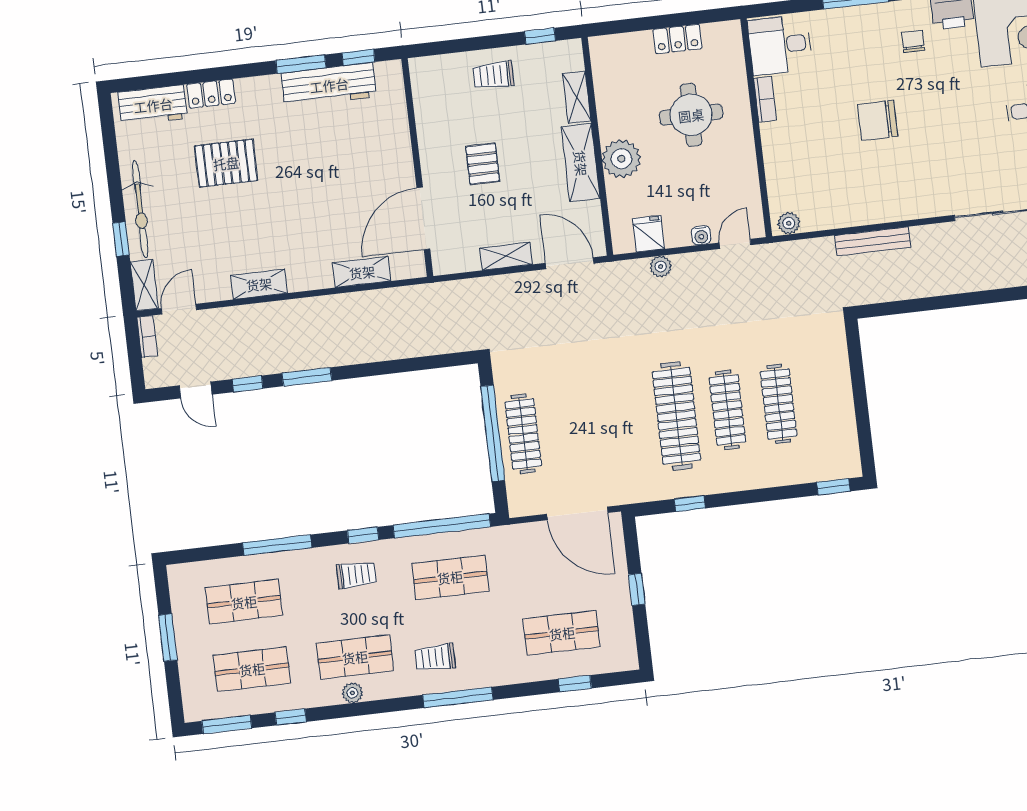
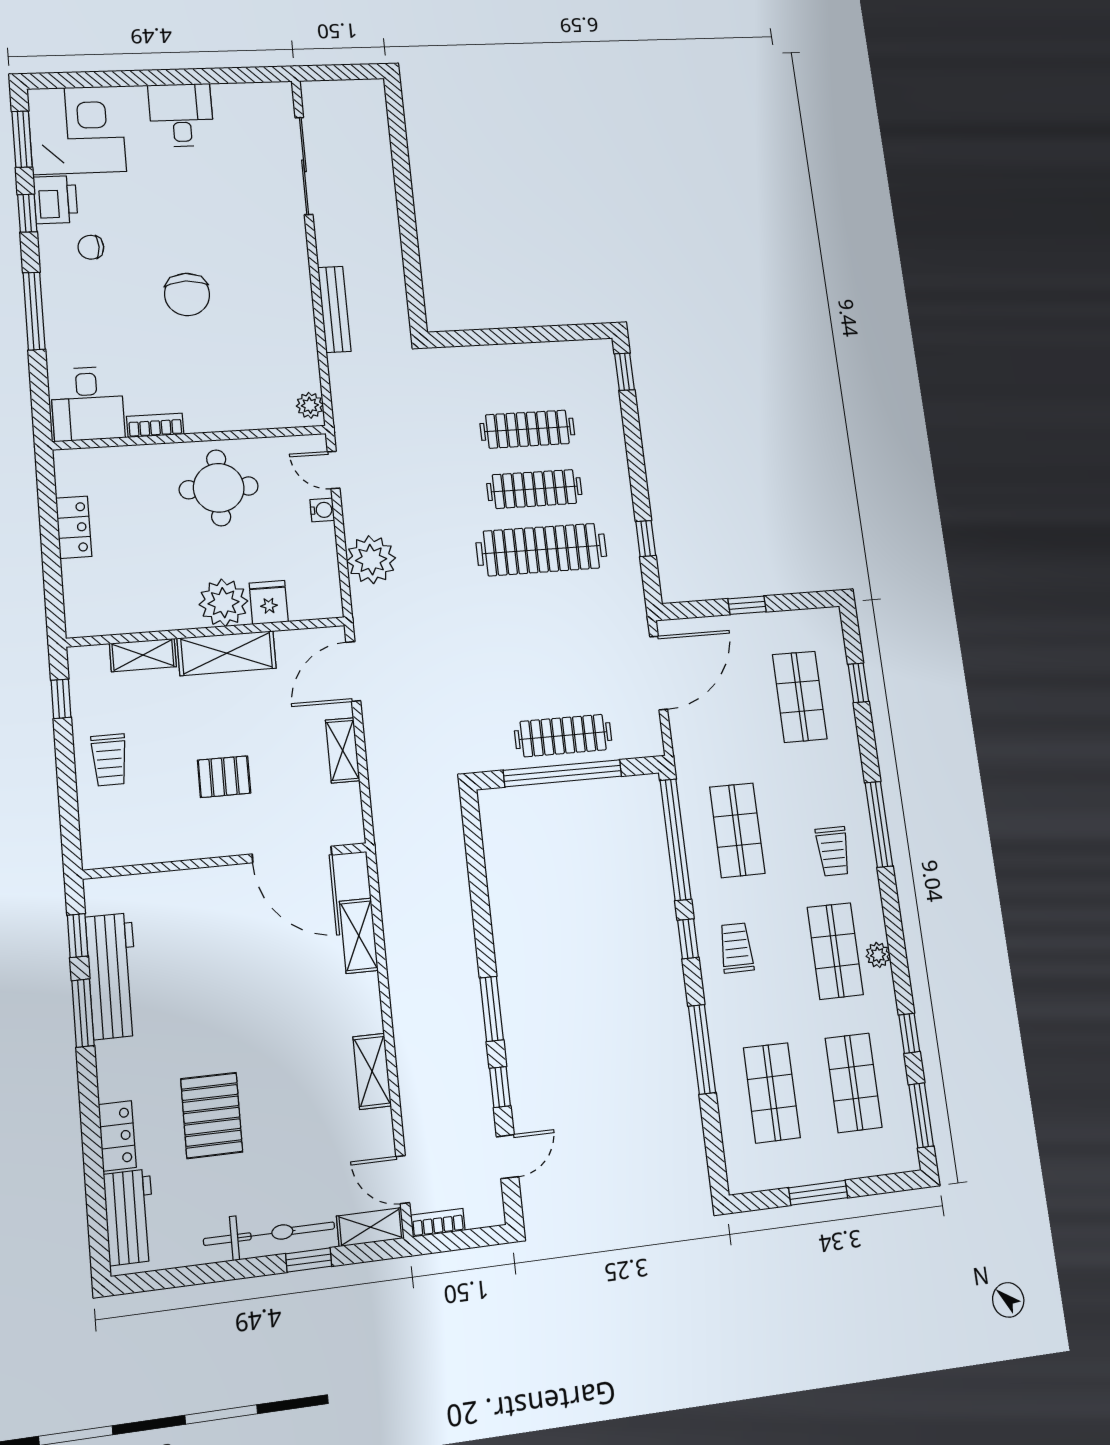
round table: (691, 115) -> (219, 488), moved
fridge: (649, 234) -> (269, 602), moved, turned 90
plant: (661, 267) -> (371, 560), width x1.87, depth x1.87

